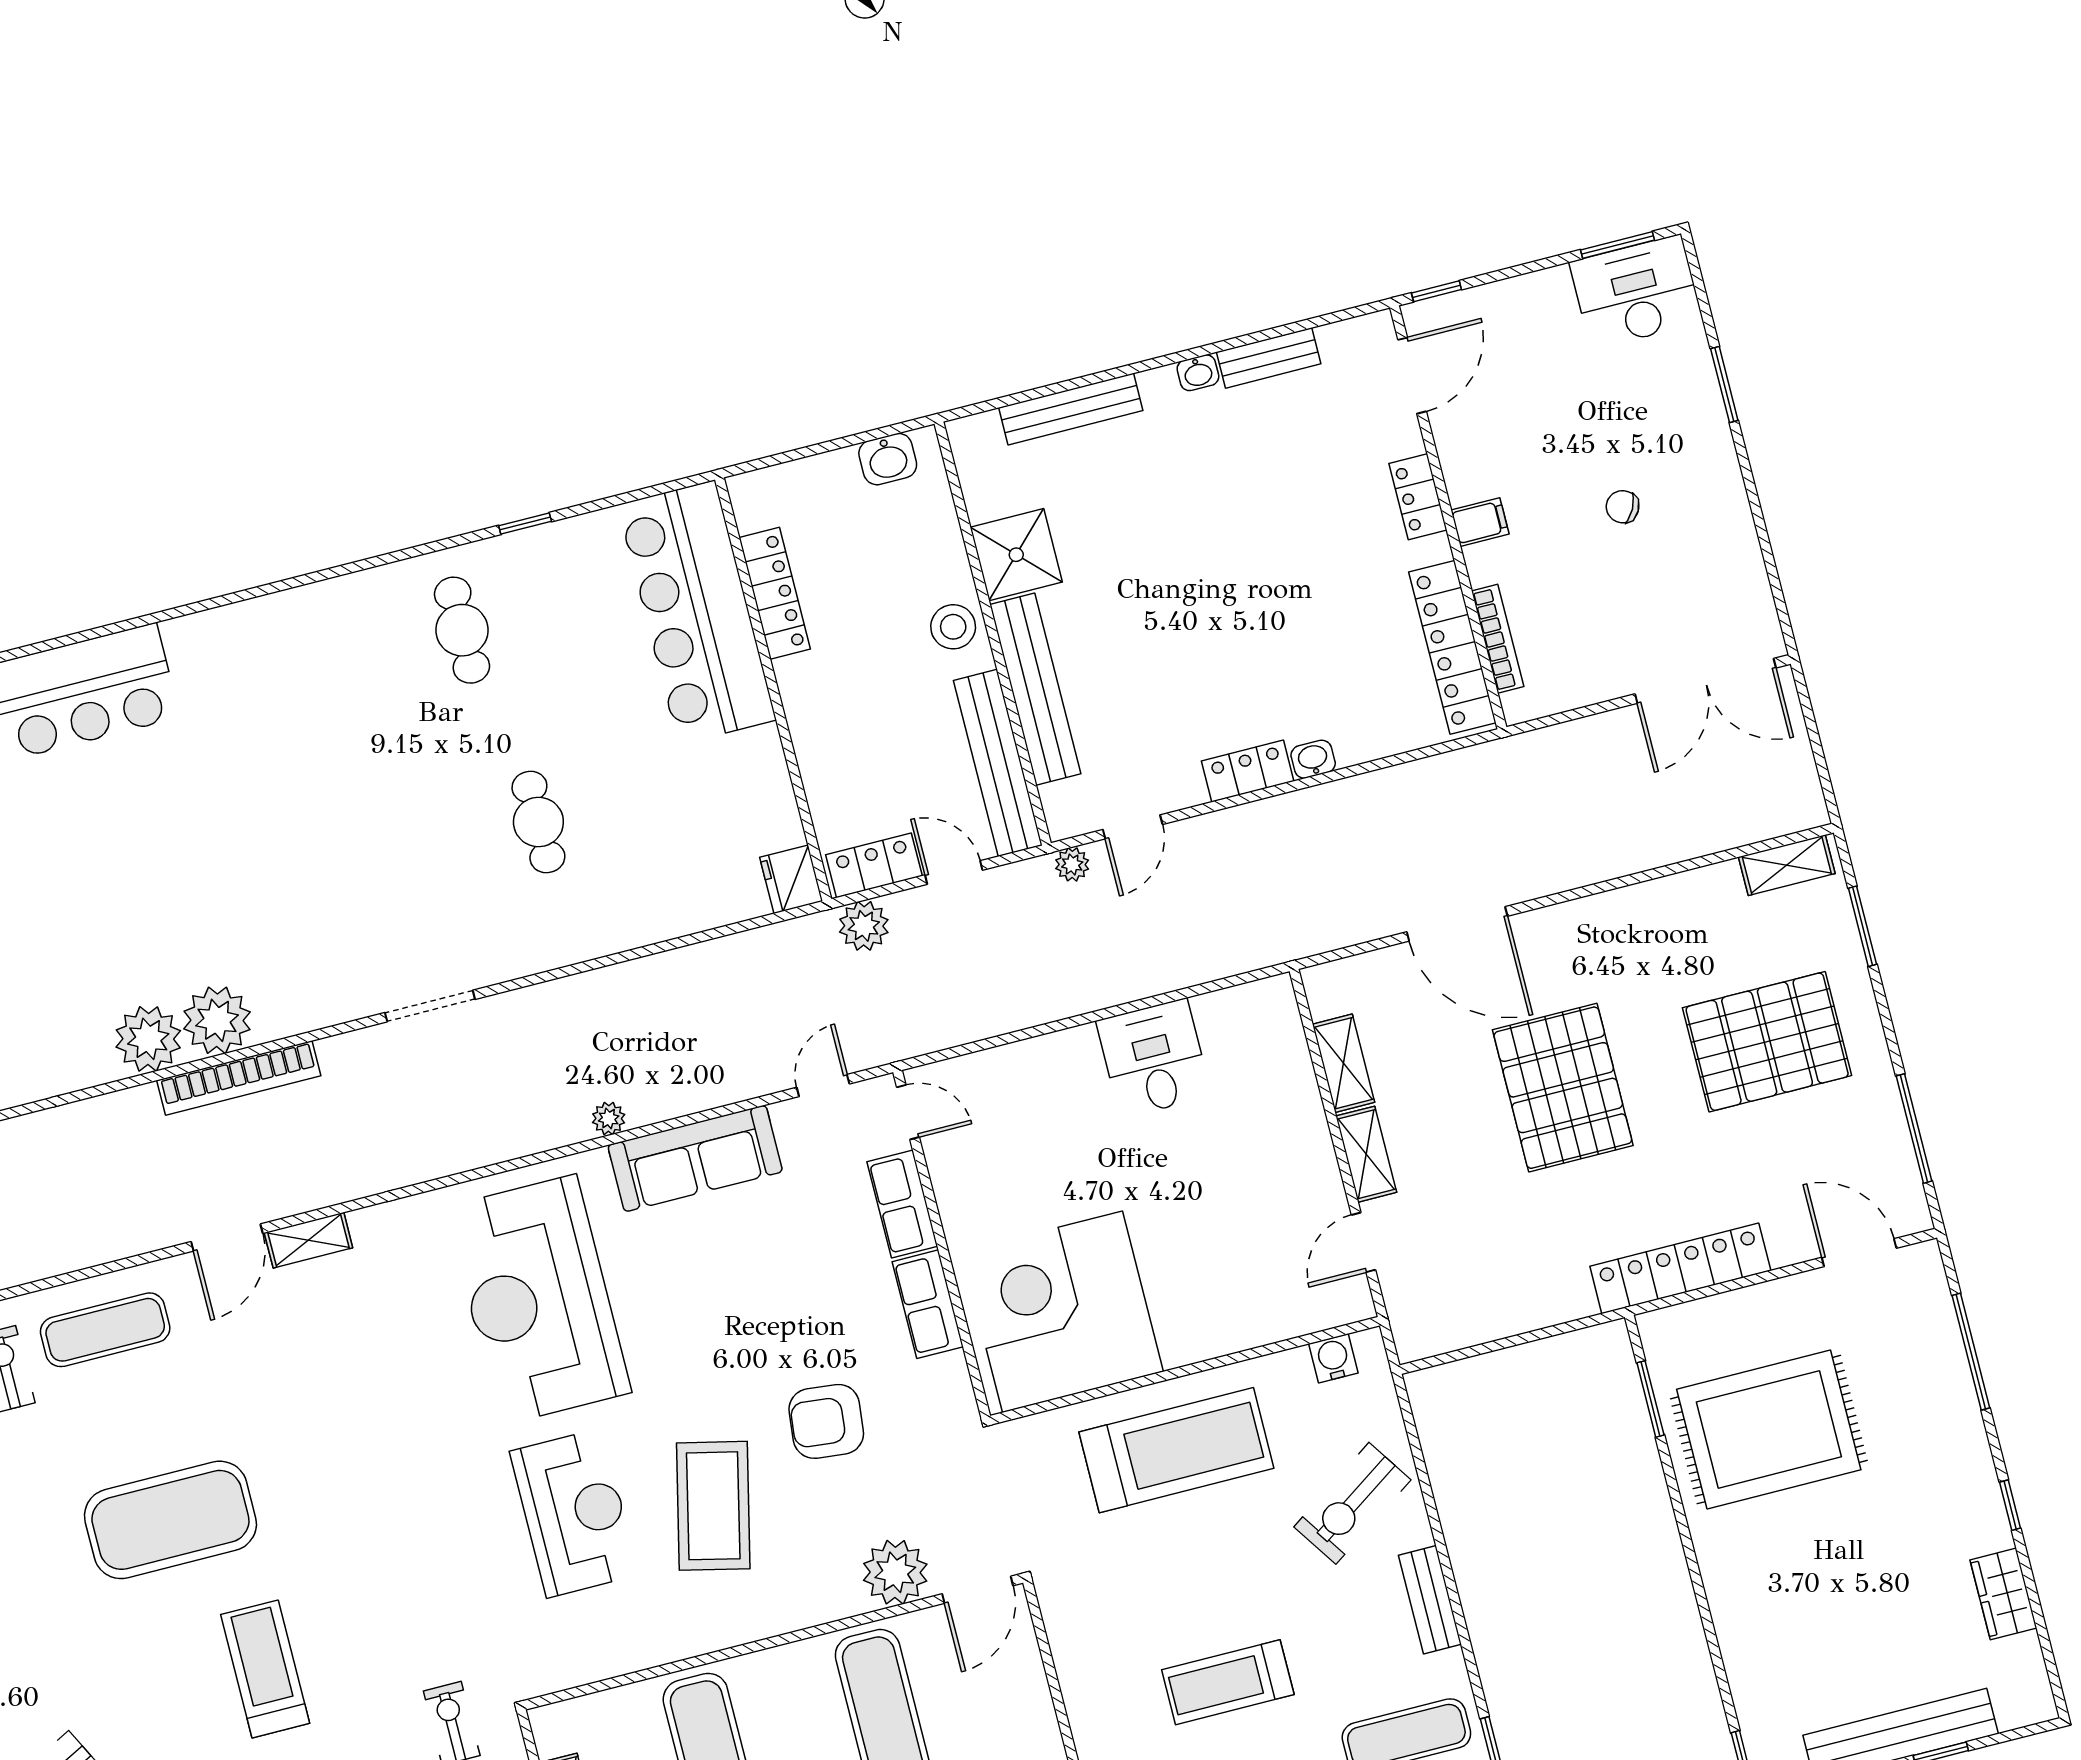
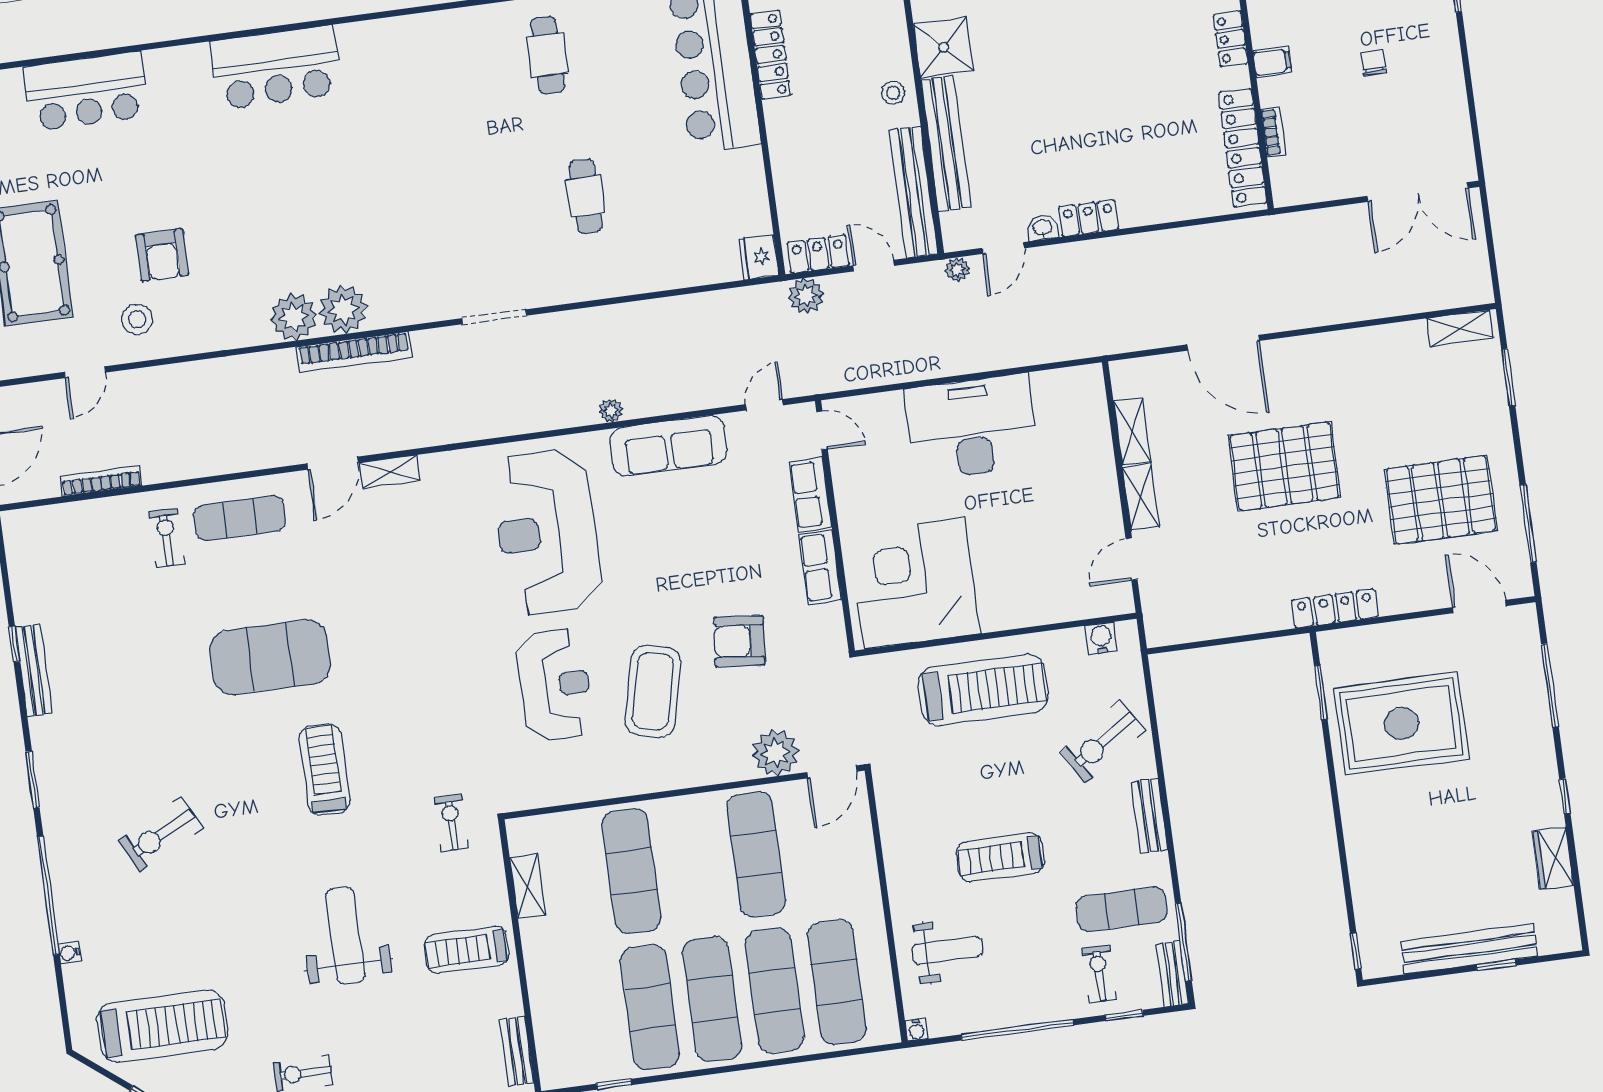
chair: (1623, 507) -> (1374, 63), turned 62
stool: (953, 627) -> (893, 93), width x0.73, depth x0.73
bookcase: (1498, 639) -> (1273, 132), width x0.64
washbasin: (1313, 759) -> (1042, 228), moved
pallet: (1767, 1042) -> (1441, 500), moved
desk: (1154, 1058) -> (972, 427), width x1.87, depth x1.30
pallet: (1563, 1088) -> (1284, 466), turned 90
locker: (1680, 1268) -> (1335, 608), width x0.71, depth x0.83

